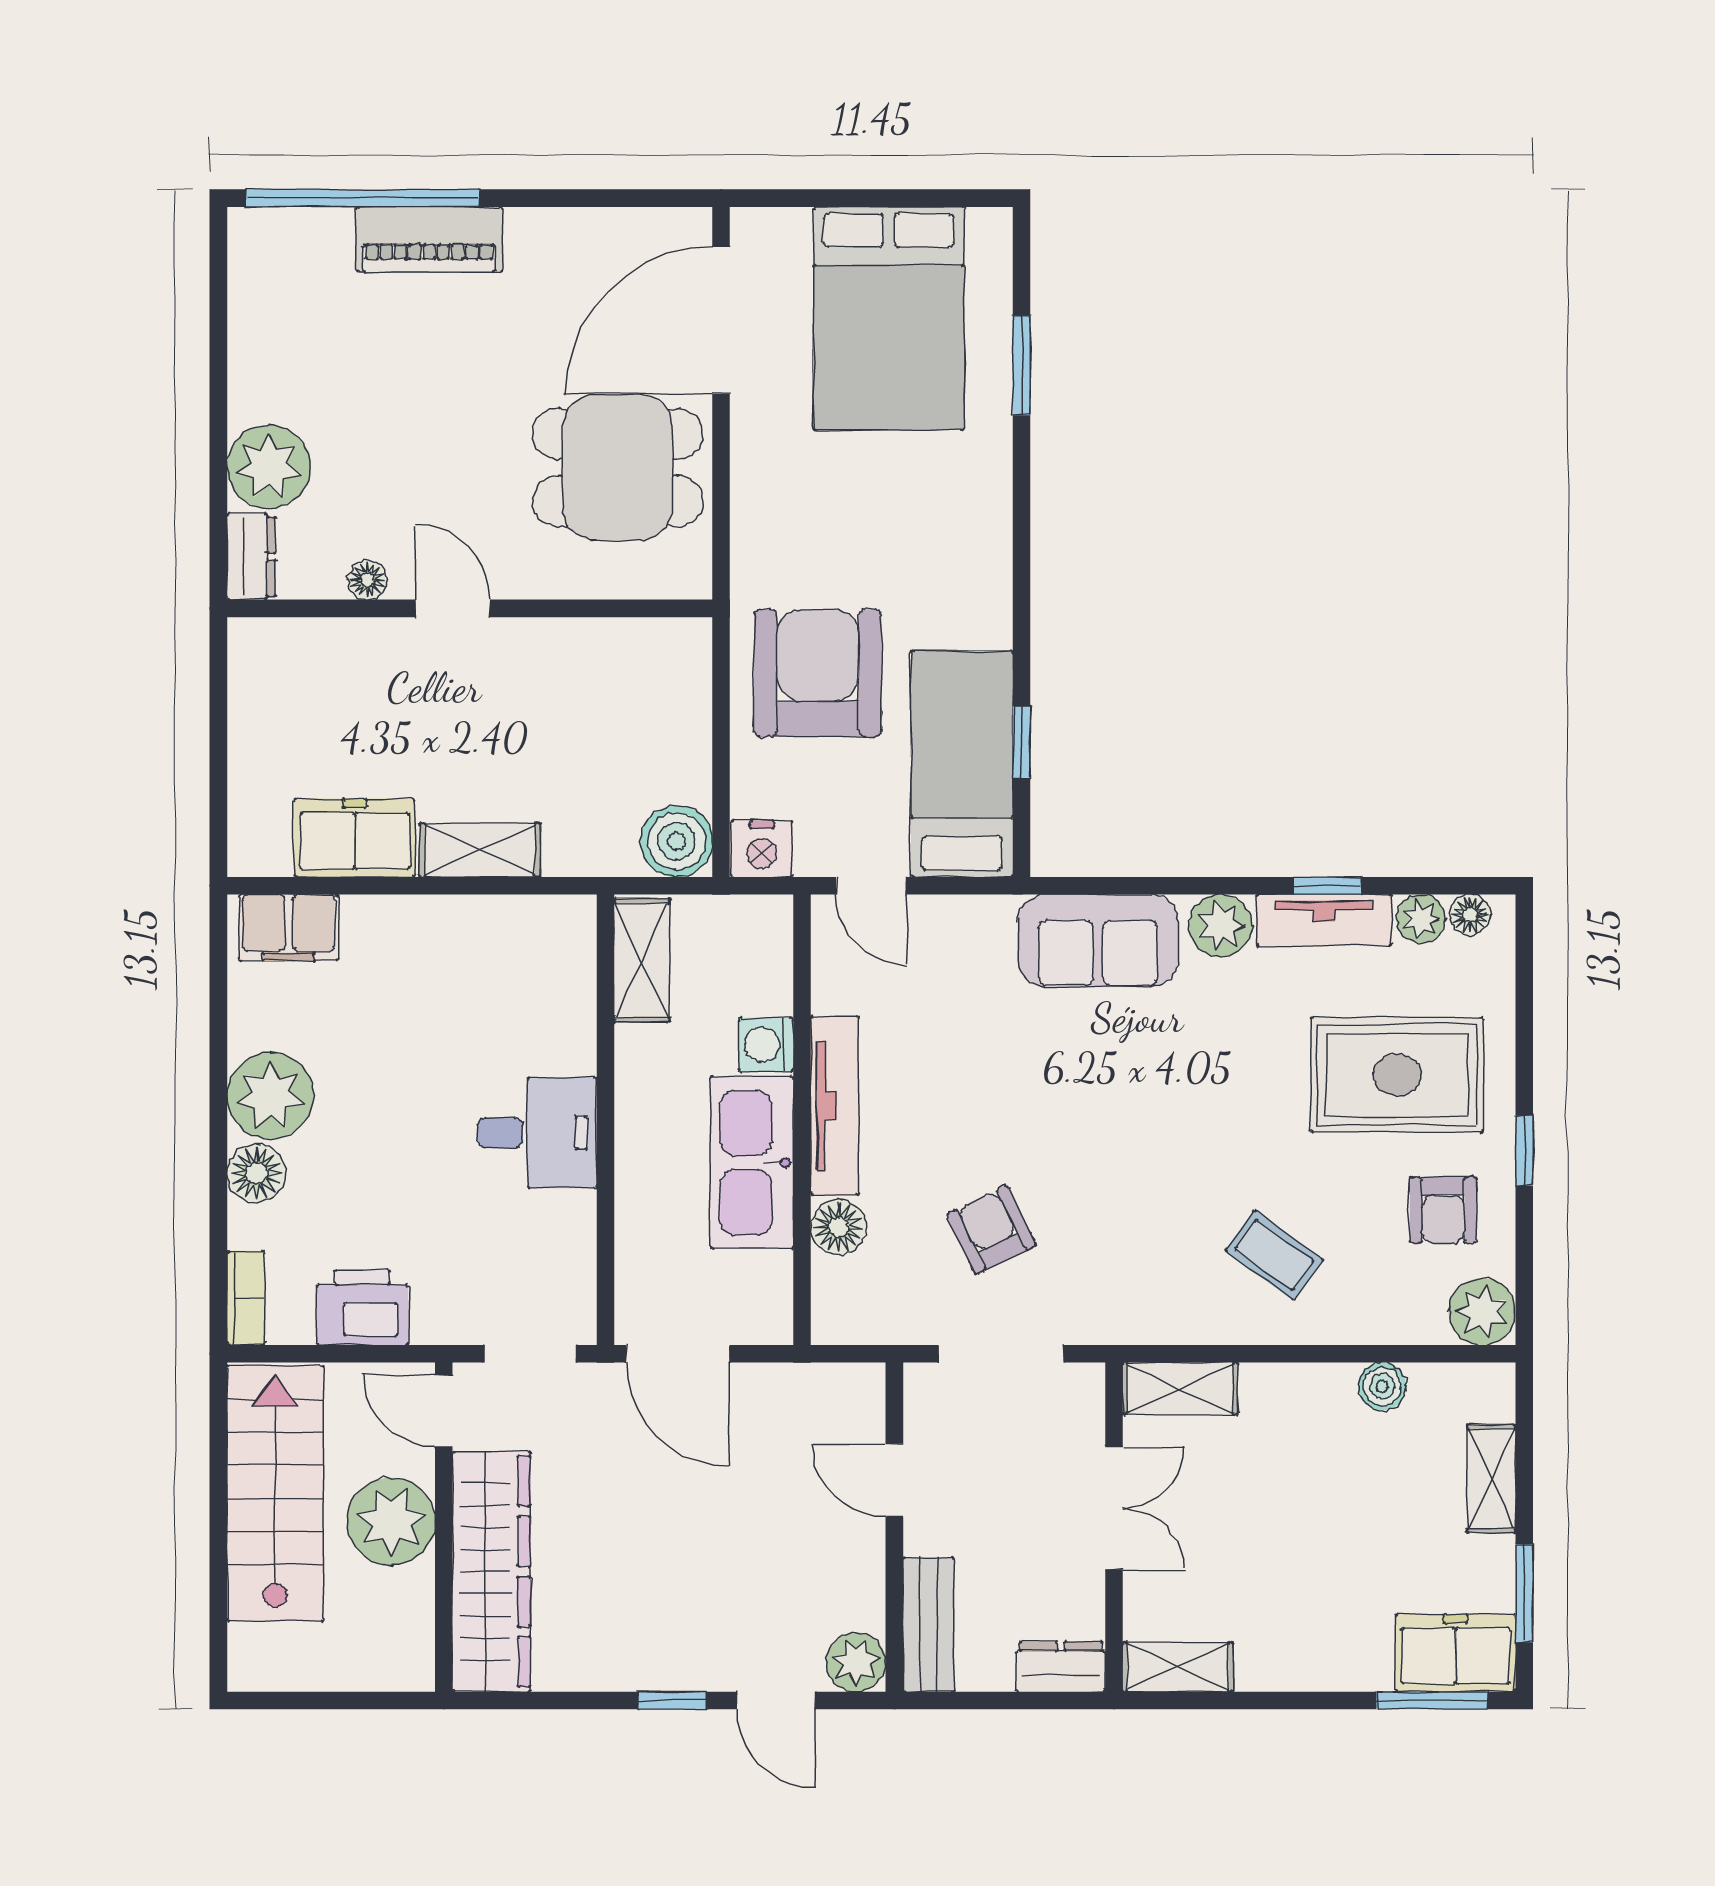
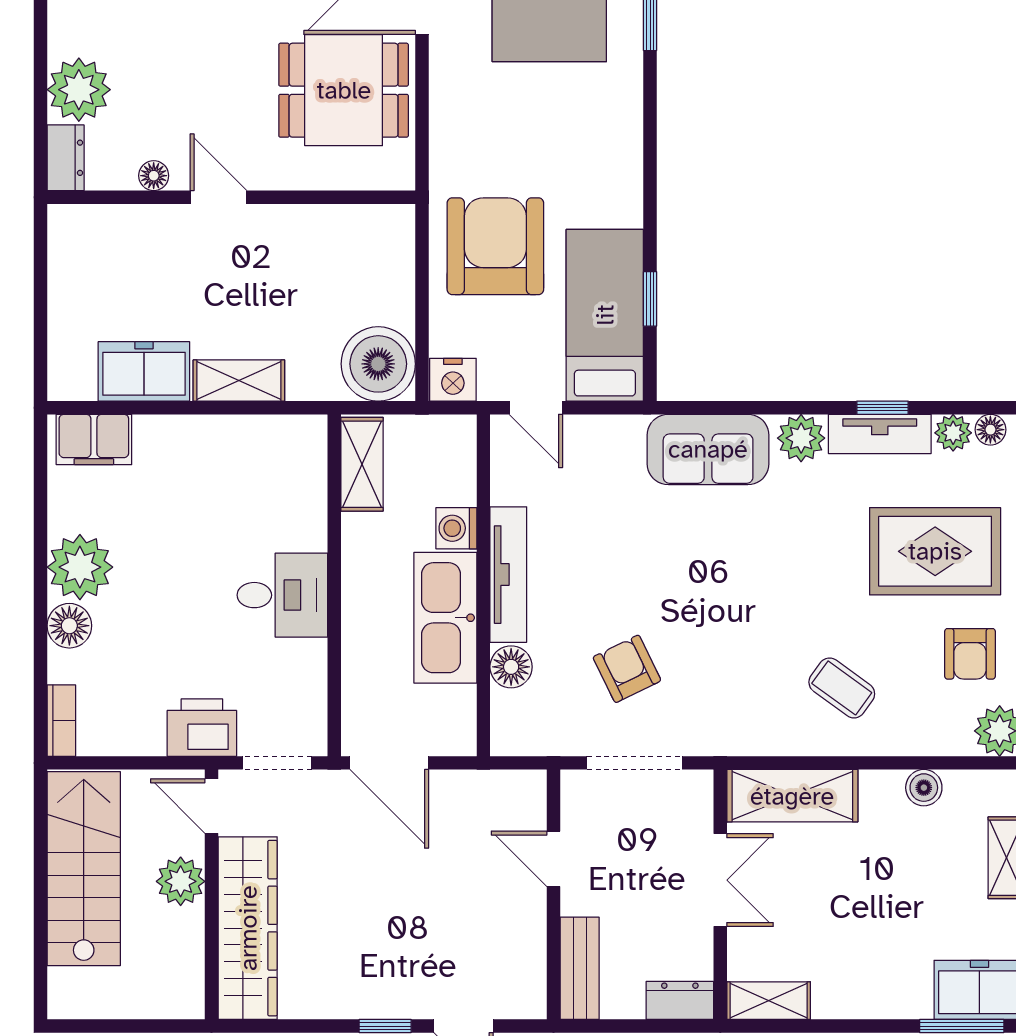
boiler: (677, 841) -> (378, 364), width x1.37, depth x1.37
printer: (362, 1307) -> (202, 728), moved
shelving: (1180, 1388) -> (792, 796), width x1.50, depth x1.33
plant: (391, 1521) -> (181, 881), width x0.73, depth x0.73
plant: (856, 1662) -> (524, 997), removed

